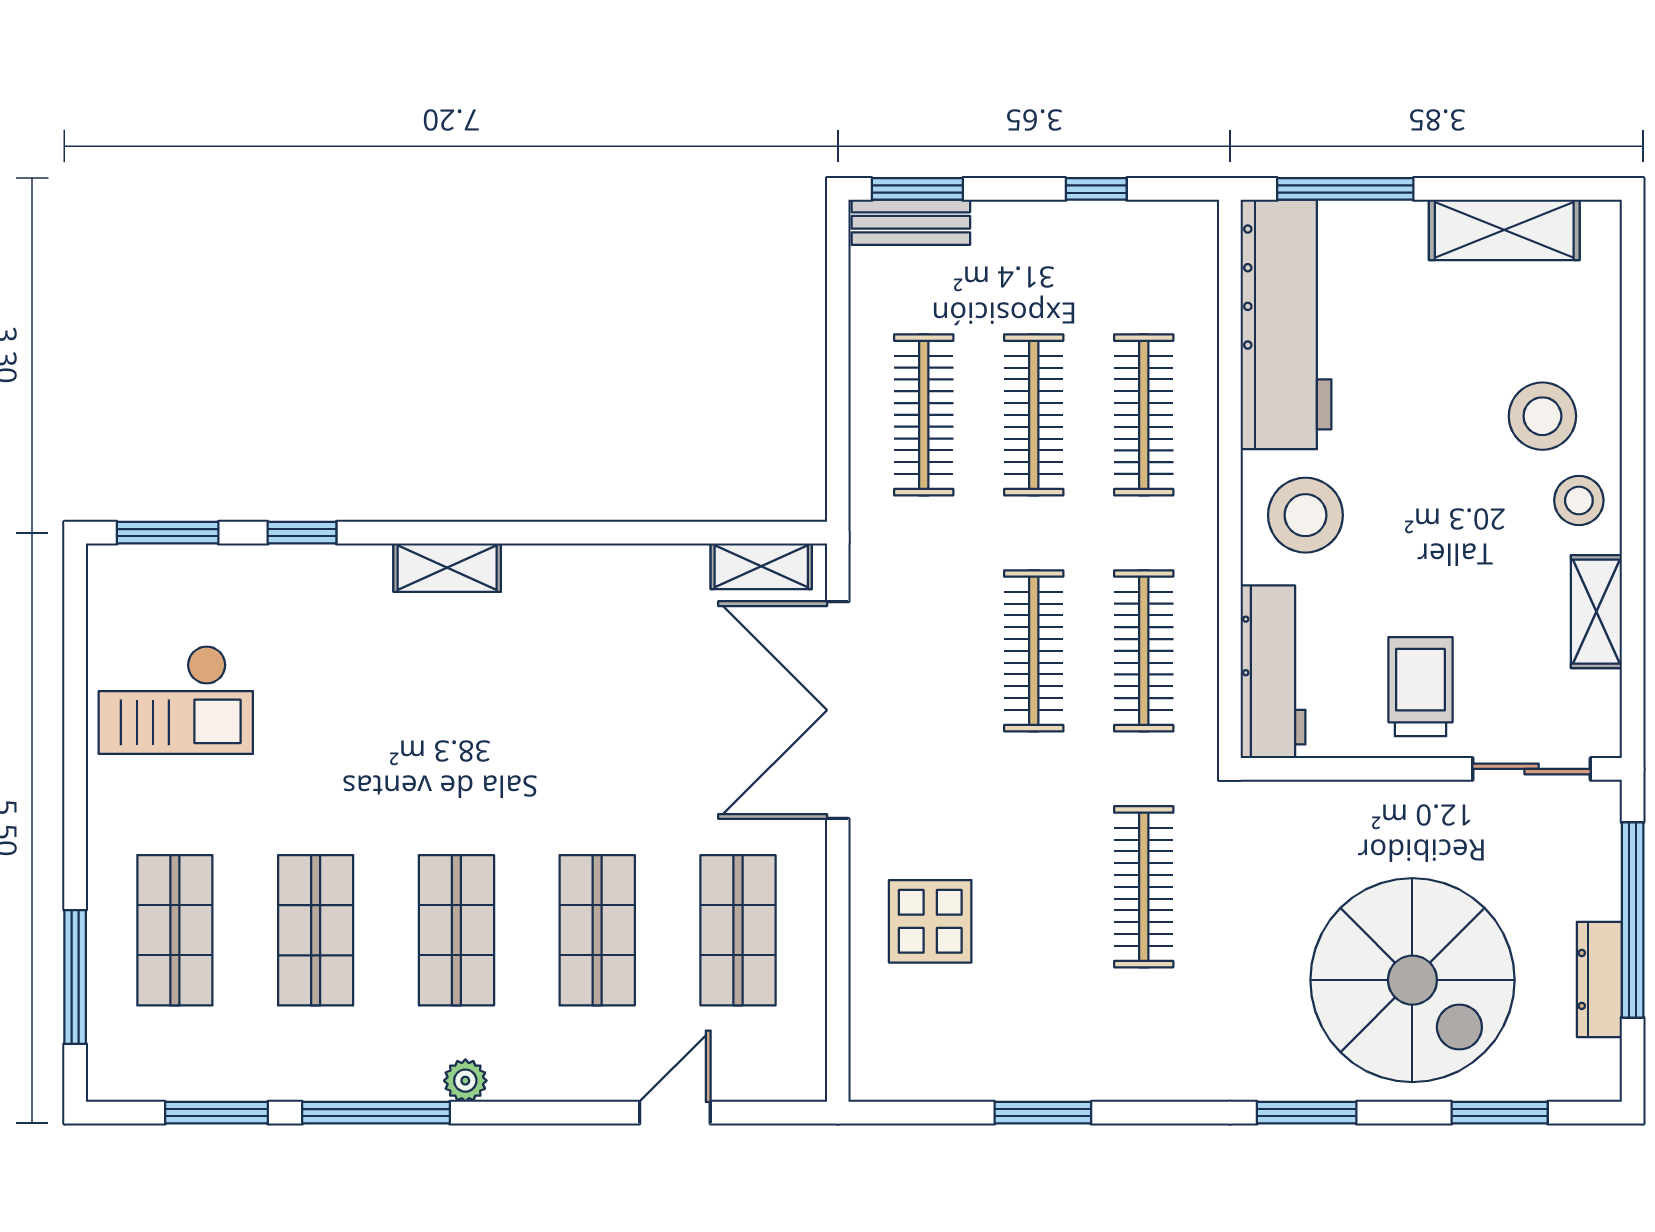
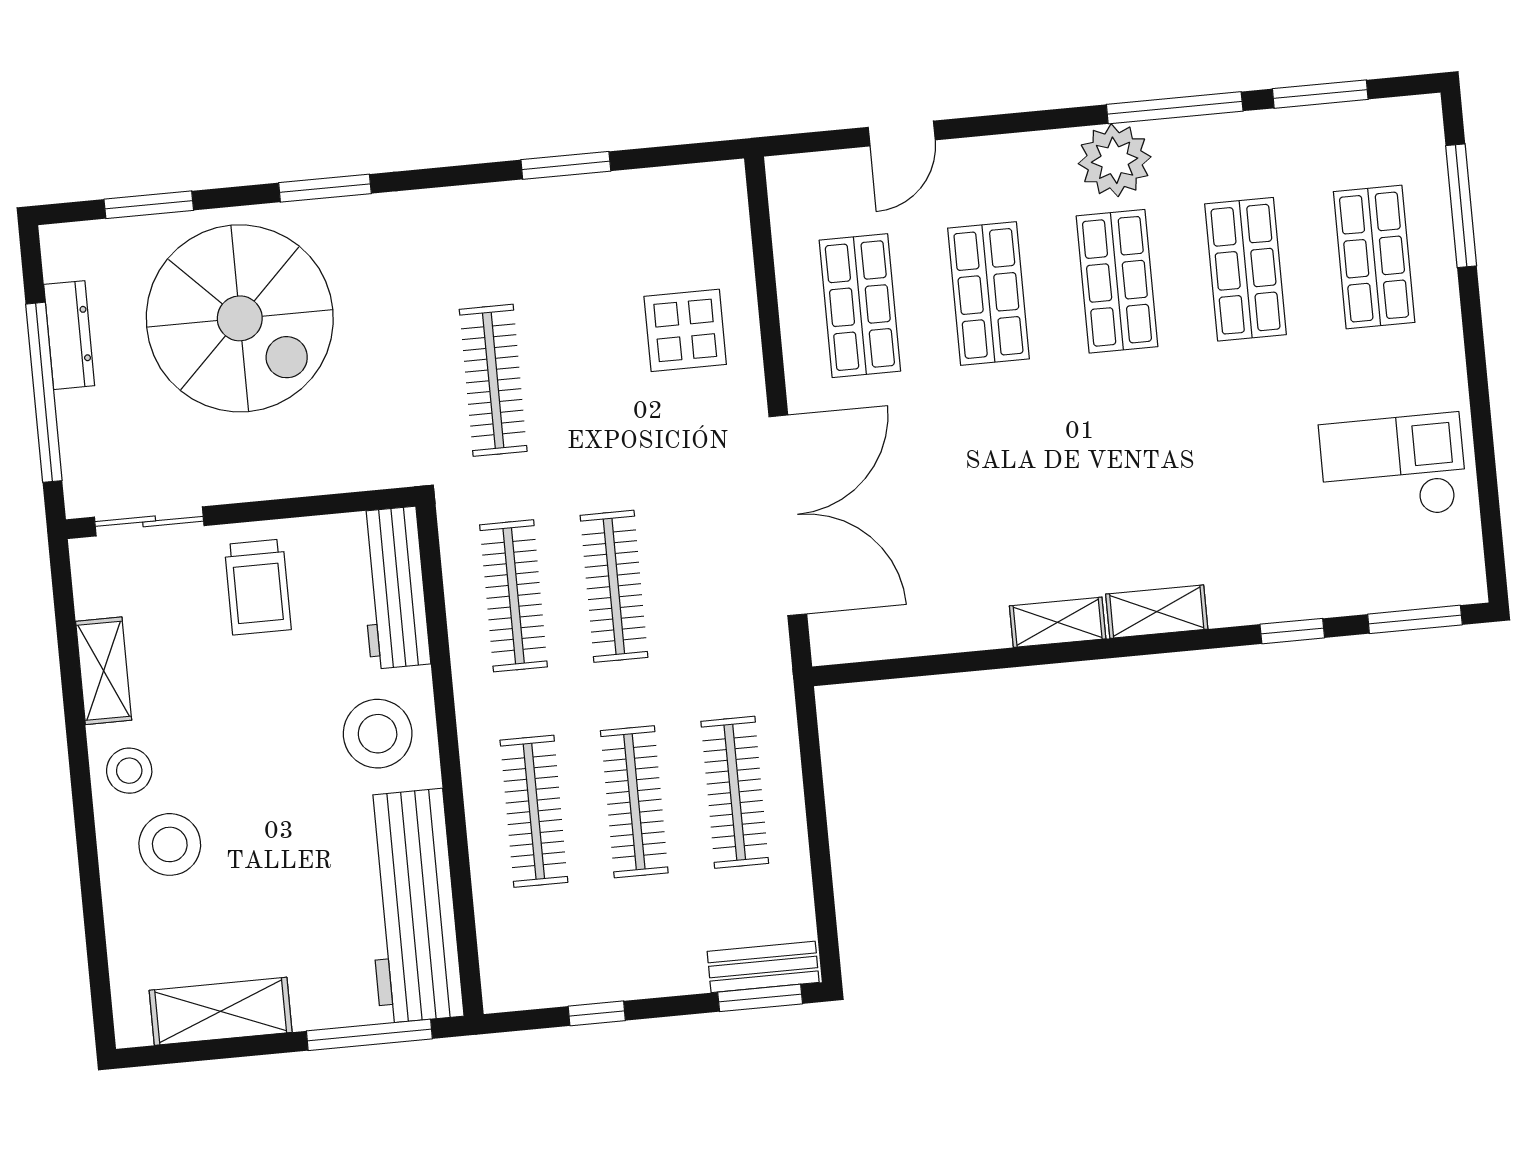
shelving: (761, 566) -> (1058, 622), moved
spiral stairs: (1412, 980) -> (240, 318), turned 180
plant: (465, 1081) -> (1115, 160), width x1.87, depth x1.87

